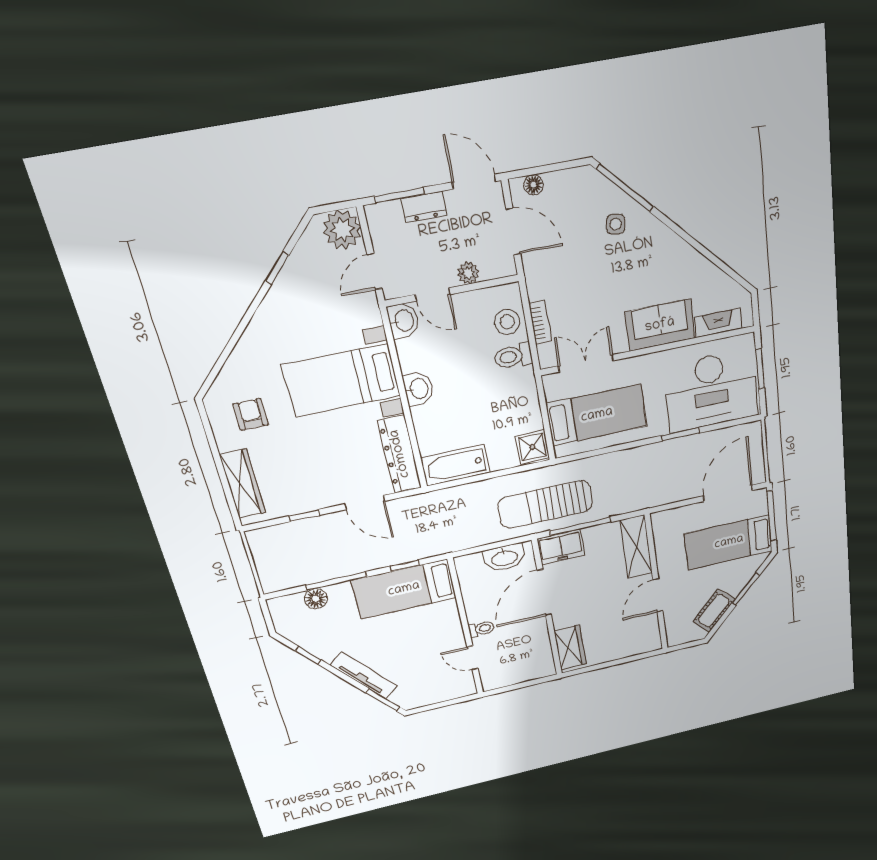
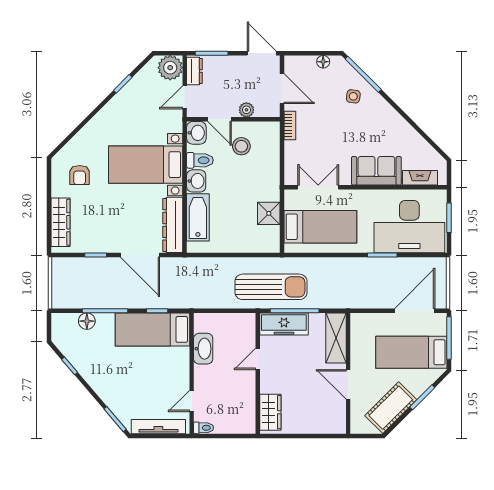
floor lamp: (533, 185) -> (323, 62), moved
dresser: (424, 207) -> (194, 71), moved, turned -90
stool: (507, 322) -> (241, 146), moved
bookcase: (540, 323) -> (290, 125), moved
toilet: (513, 356) -> (200, 160), moved, turned 180
armchair: (251, 414) -> (80, 175), turned 180
shower: (532, 447) -> (269, 213), moved
bathtub: (455, 465) -> (198, 217), moved, turned 90
door: (365, 502) -> (140, 255), width x1.36
sun lounger: (545, 504) -> (271, 287), turned 180
freezer: (561, 547) -> (284, 324), width x1.40
washbasin: (504, 558) -> (203, 349), moved, turned -90
door: (544, 592) -> (258, 359), width x0.53
door: (658, 595) -> (348, 384), hinge flipped
cot: (714, 611) -> (391, 408), width x1.37, depth x1.34
toilet: (481, 629) -> (204, 428), moved
door: (472, 658) -> (192, 401), hinge flipped
tv unit: (364, 676) -> (158, 427), moved, turned -49

